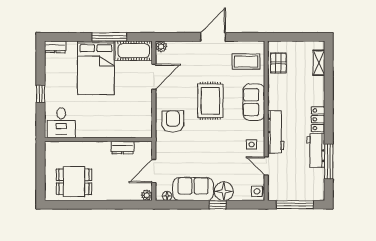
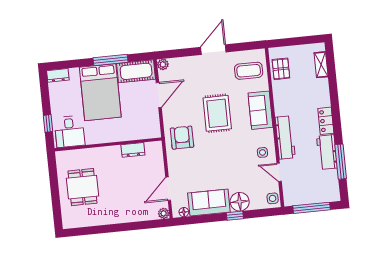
desk: (61, 123) -> (70, 132), moved
wall: (98, 139) -> (108, 144), moved
dresser: (123, 147) -> (133, 150), moved
dining table: (74, 182) -> (82, 187), moved, turned 90

